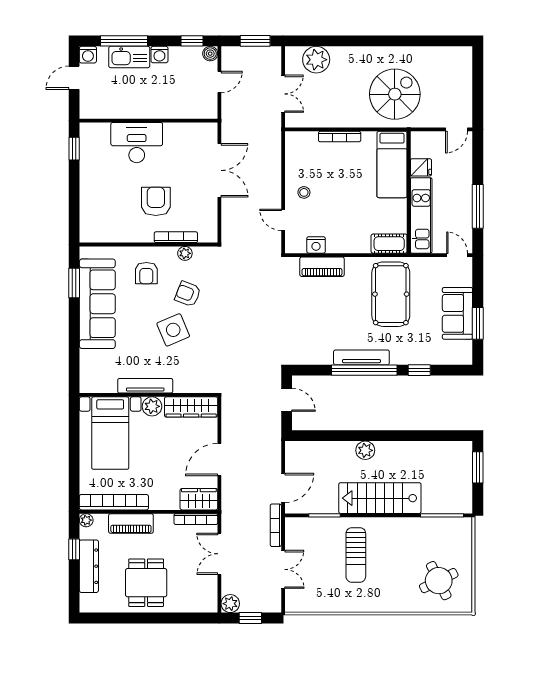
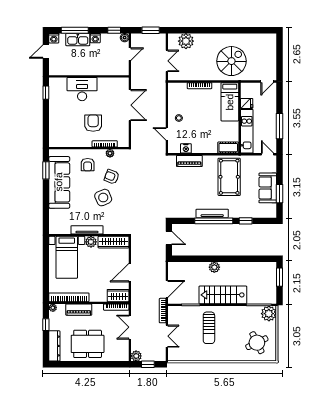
plant: (459, 530) -> (269, 314), added
dresser: (89, 566) -> (54, 346), moved
dining table: (146, 583) -> (88, 344), width x1.38

